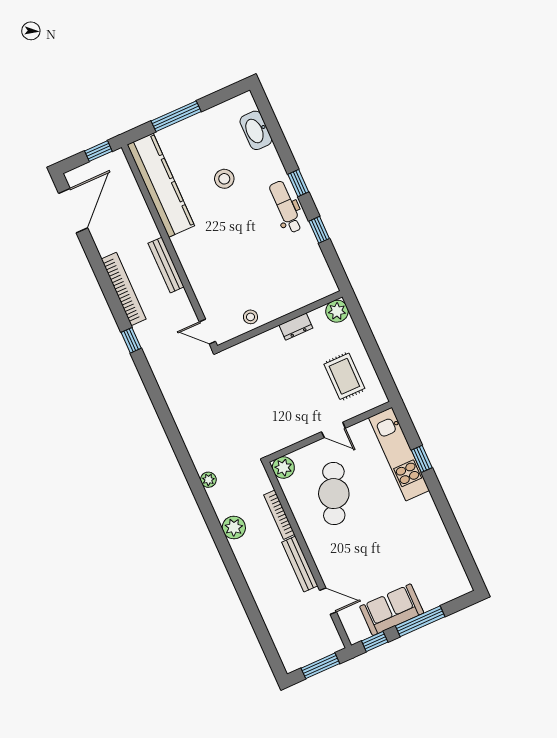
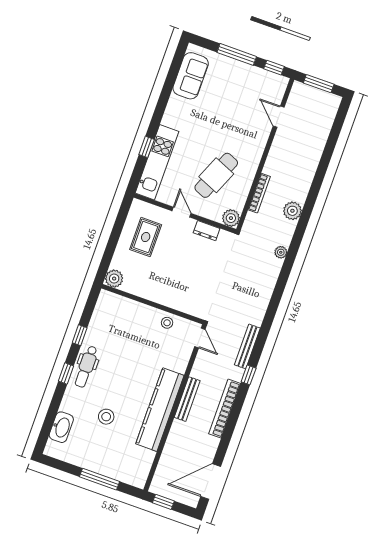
kitchen counter: (161, 185) -> (160, 410), moved
dresser: (296, 327) -> (207, 231), moved, turned 180
bench: (300, 564) -> (247, 346), moved
sofa: (392, 610) -> (191, 76), moved, turned -90

